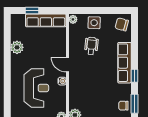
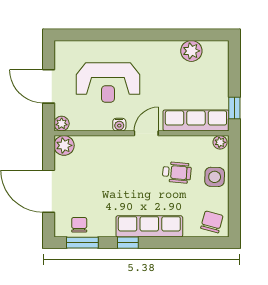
window: (32, 11) -> (234, 108), moved
row of seats: (46, 20) -> (196, 120), moved, turned 90
plant: (17, 47) -> (191, 51), moved

